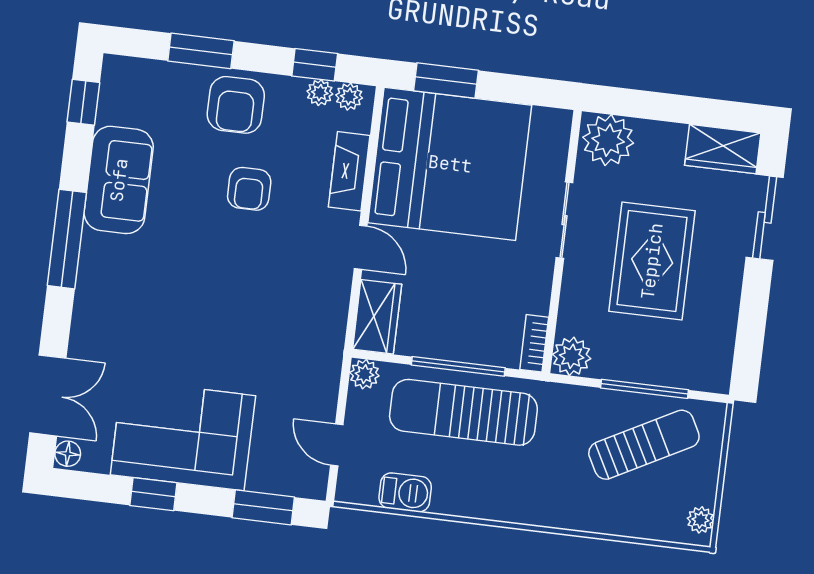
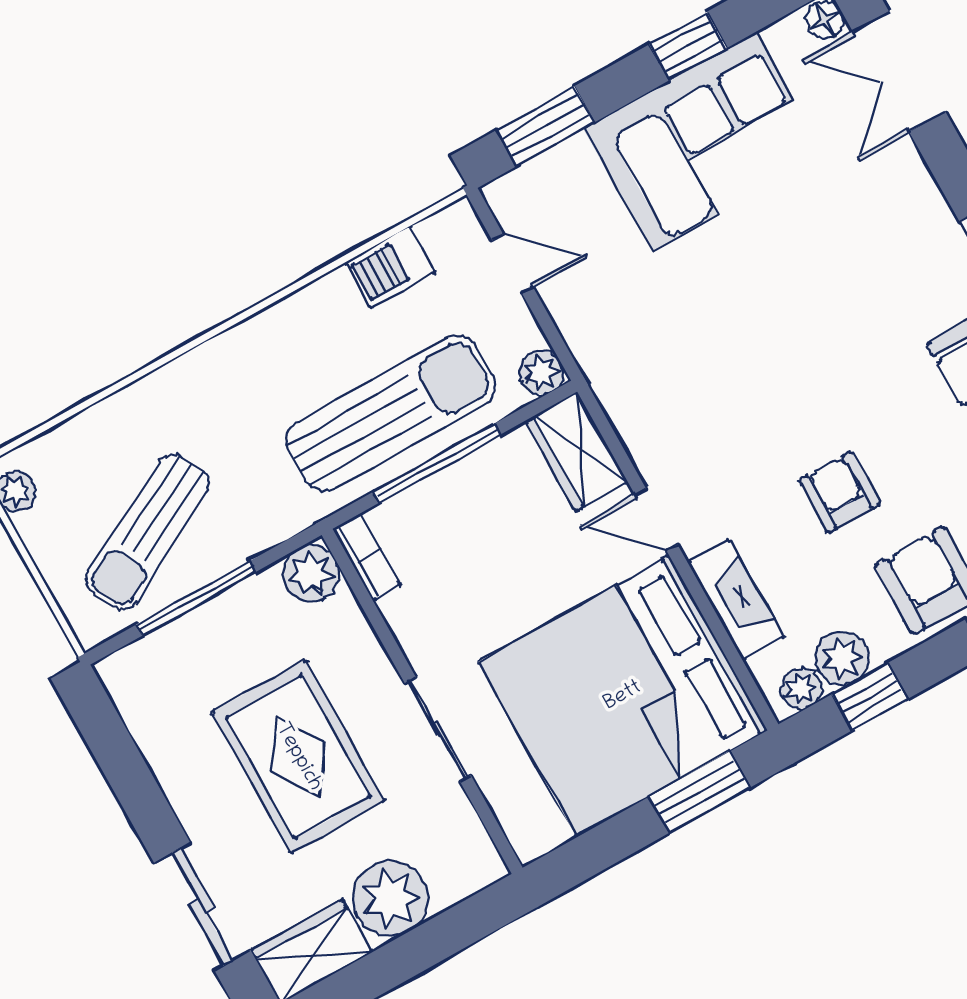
plant: (320, 93) -> (842, 658), width x1.38, depth x1.38
plant: (608, 140) -> (390, 899), moved

